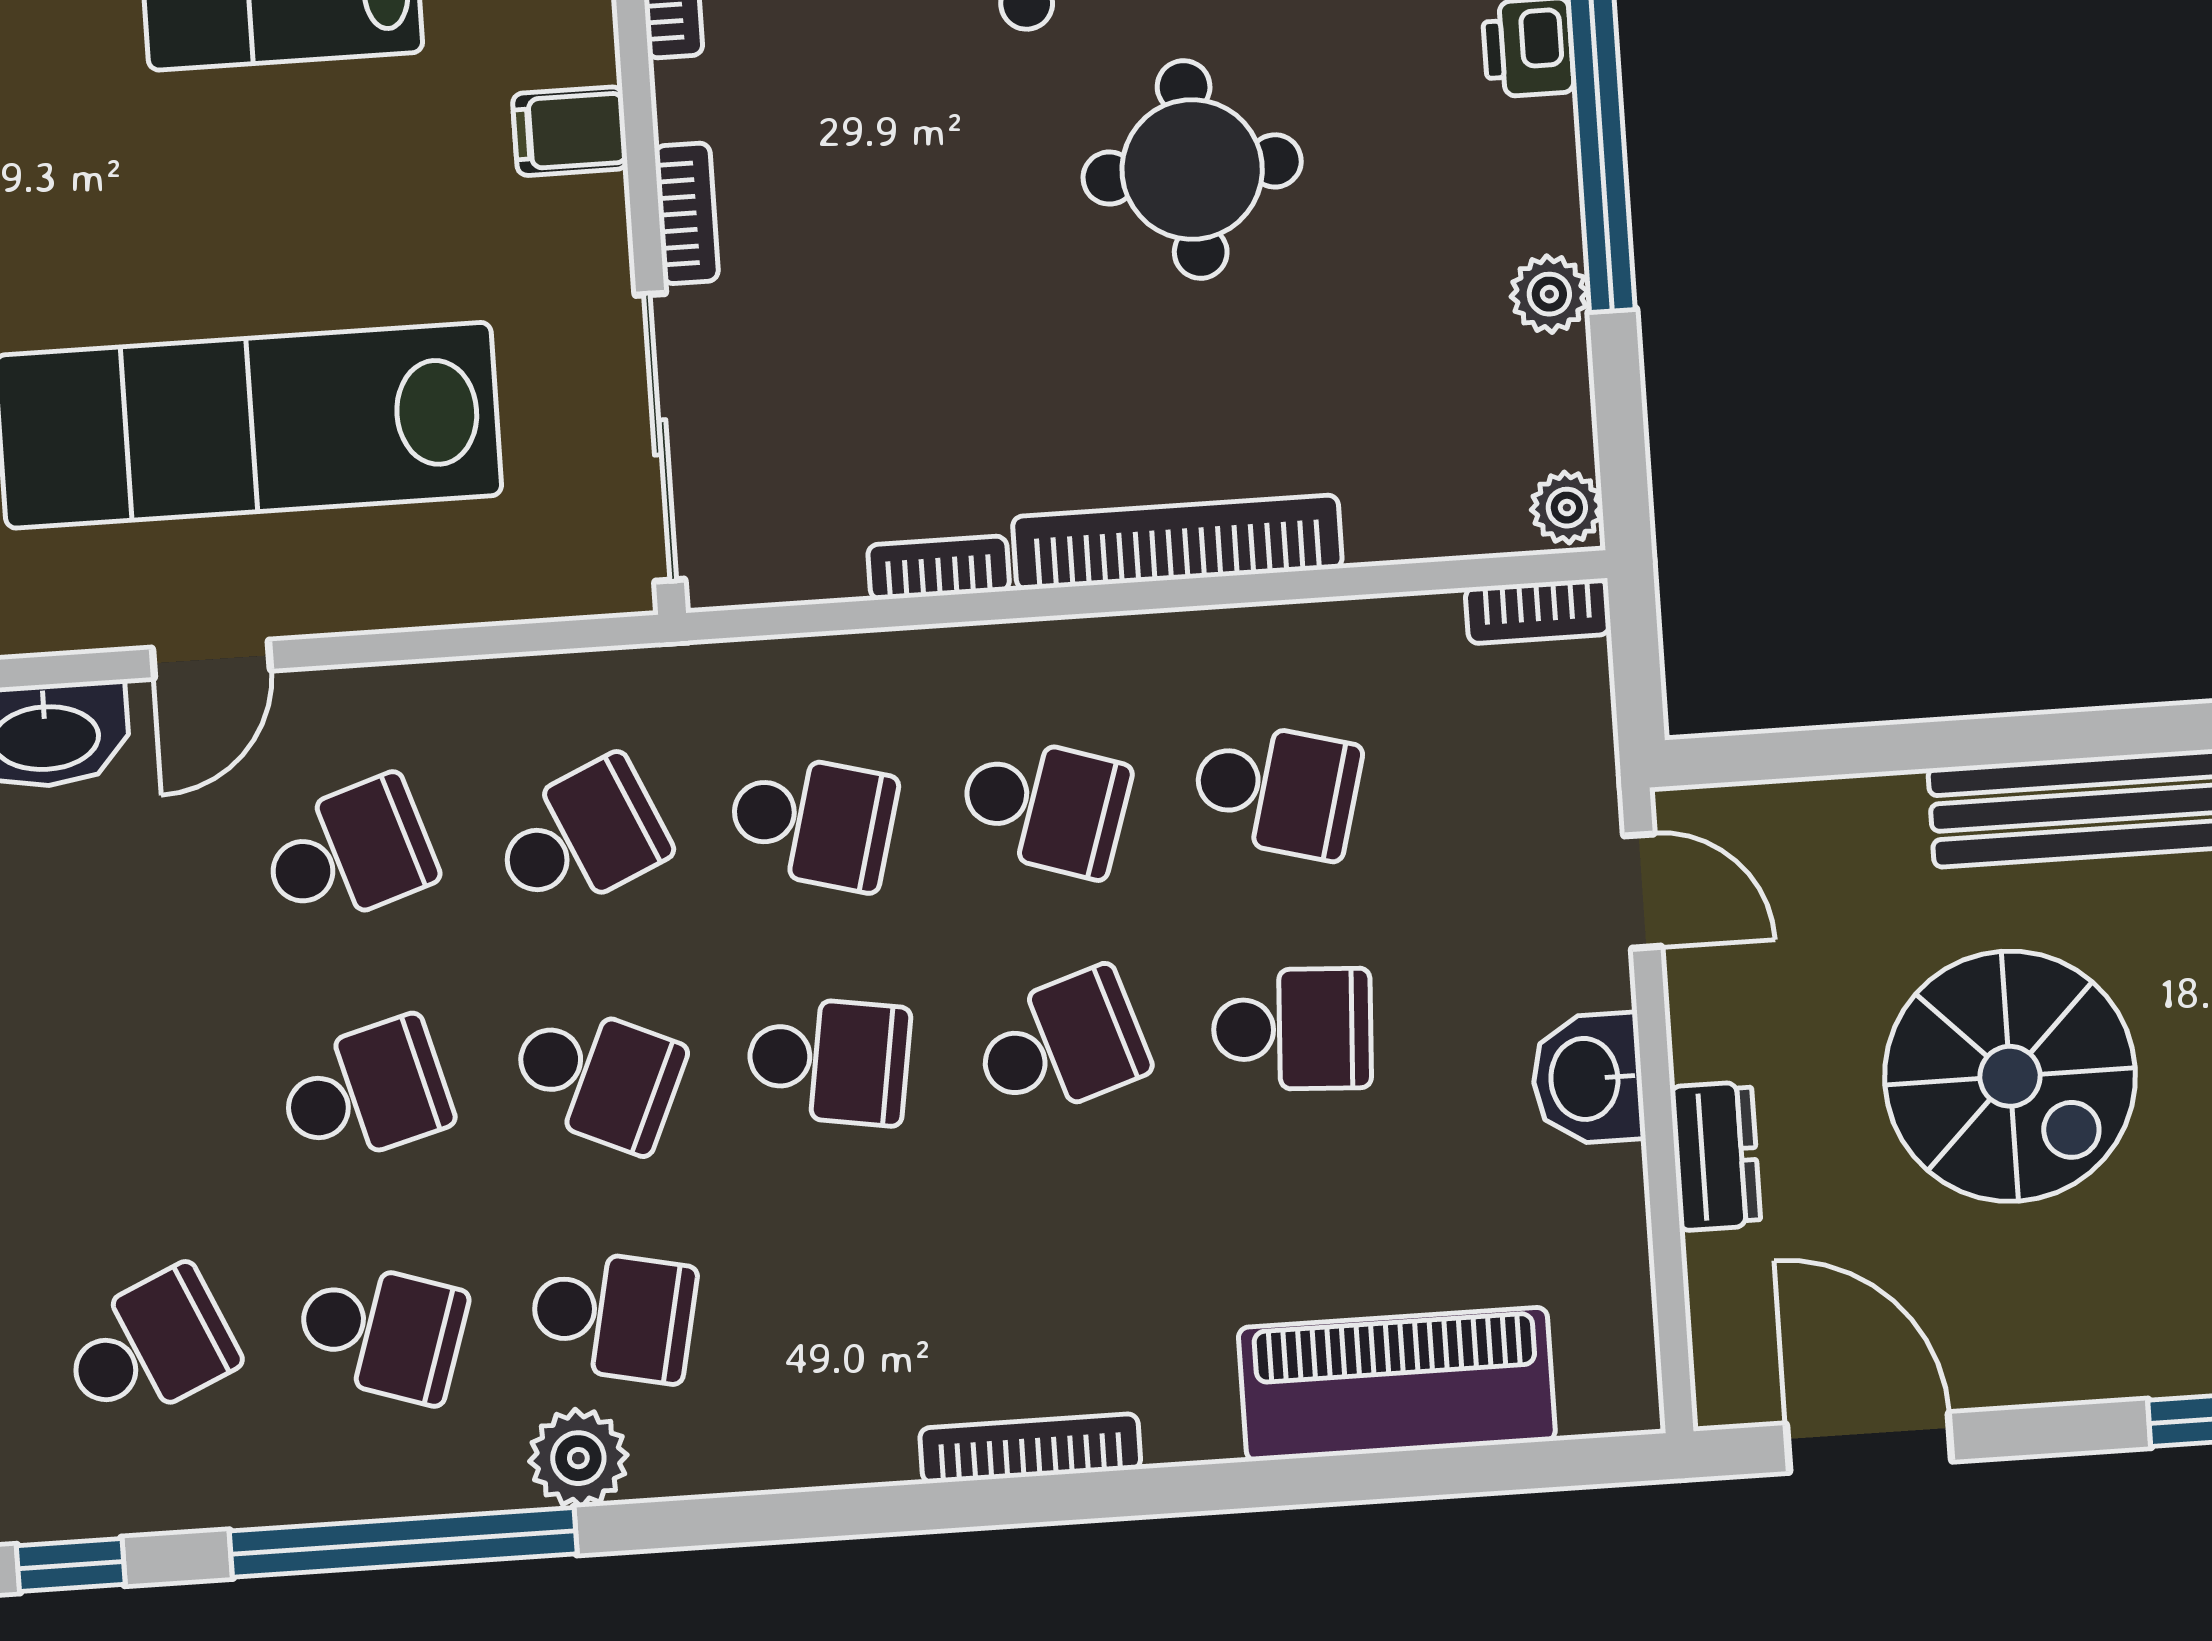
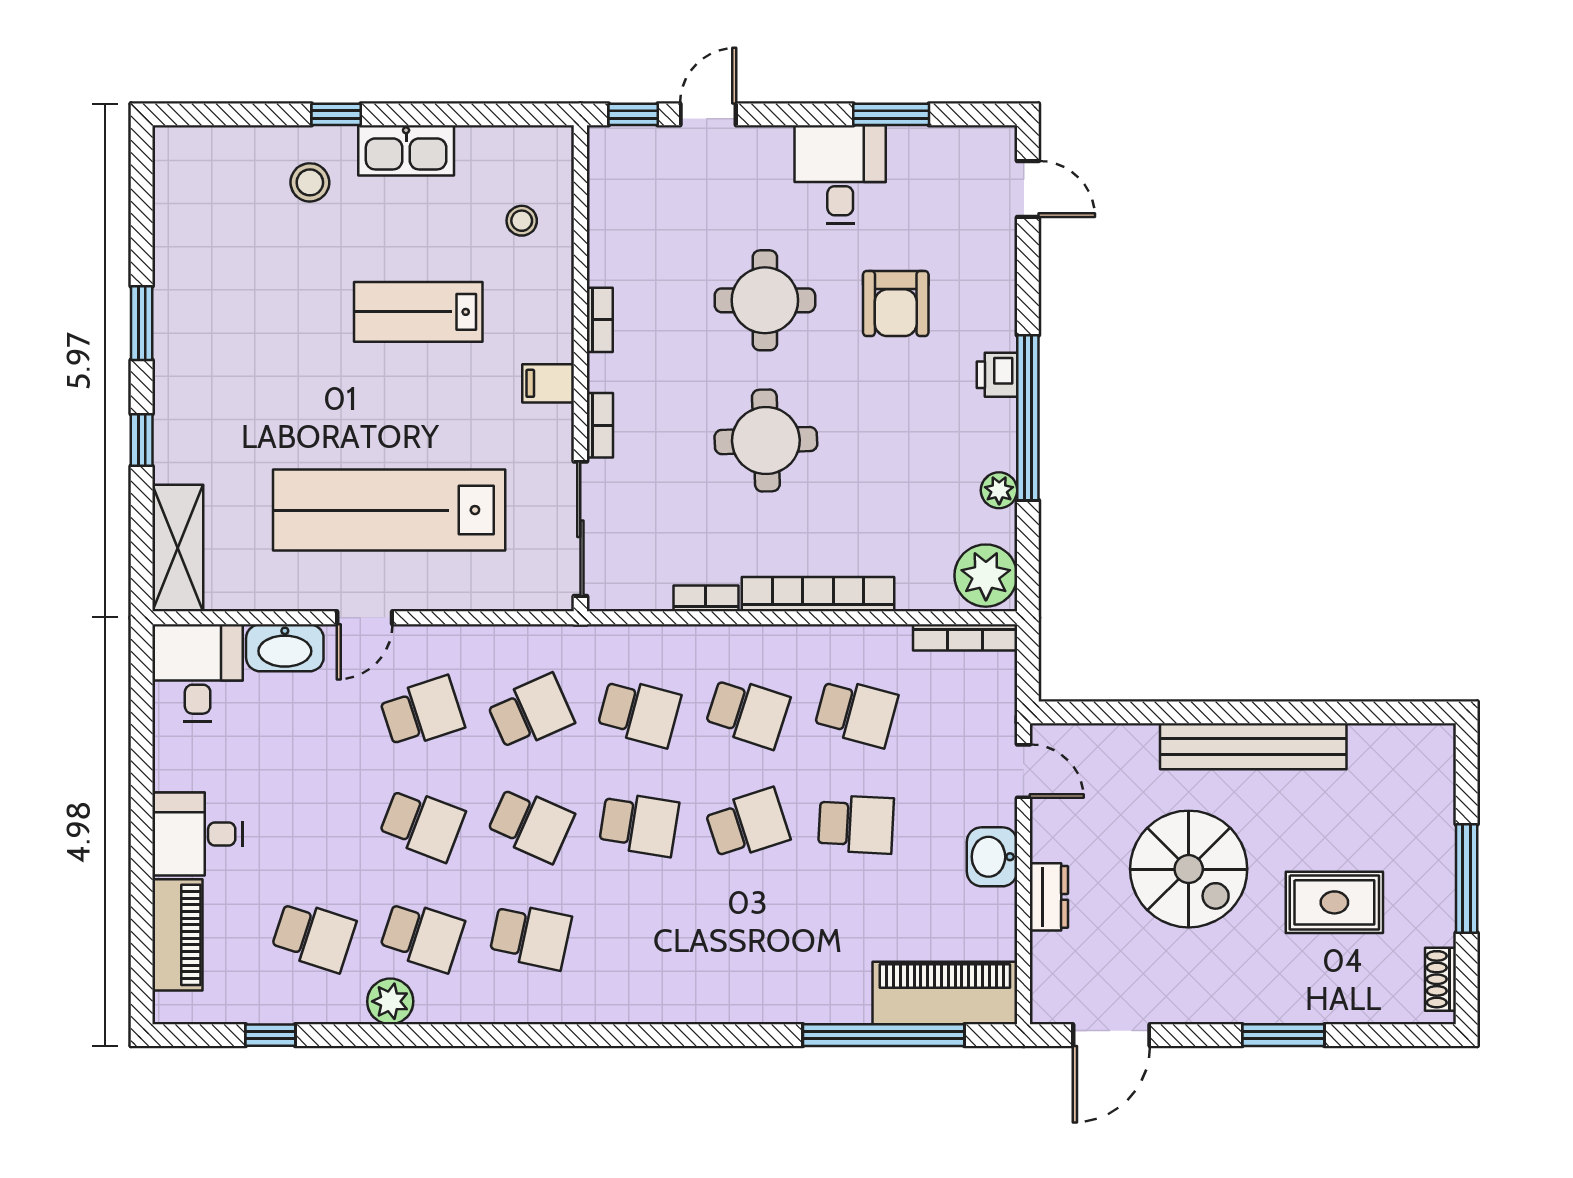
round table: (1192, 169) -> (766, 441), moved
plant: (1567, 508) -> (986, 576), width x1.87, depth x1.87
bookcase: (1538, 611) -> (965, 637), width x1.56
school desk: (364, 1092) -> (422, 824), turned 36
school desk: (149, 1347) -> (314, 936), turned 42
piano: (1397, 1384) -> (945, 993), moved
door: (1869, 1442) -> (1111, 1035), swing flipped
bookcase: (1030, 1448) -> (721, 1011), removed
plant: (578, 1458) -> (390, 1001), moved
window: (403, 1542) -> (884, 1035), moved

